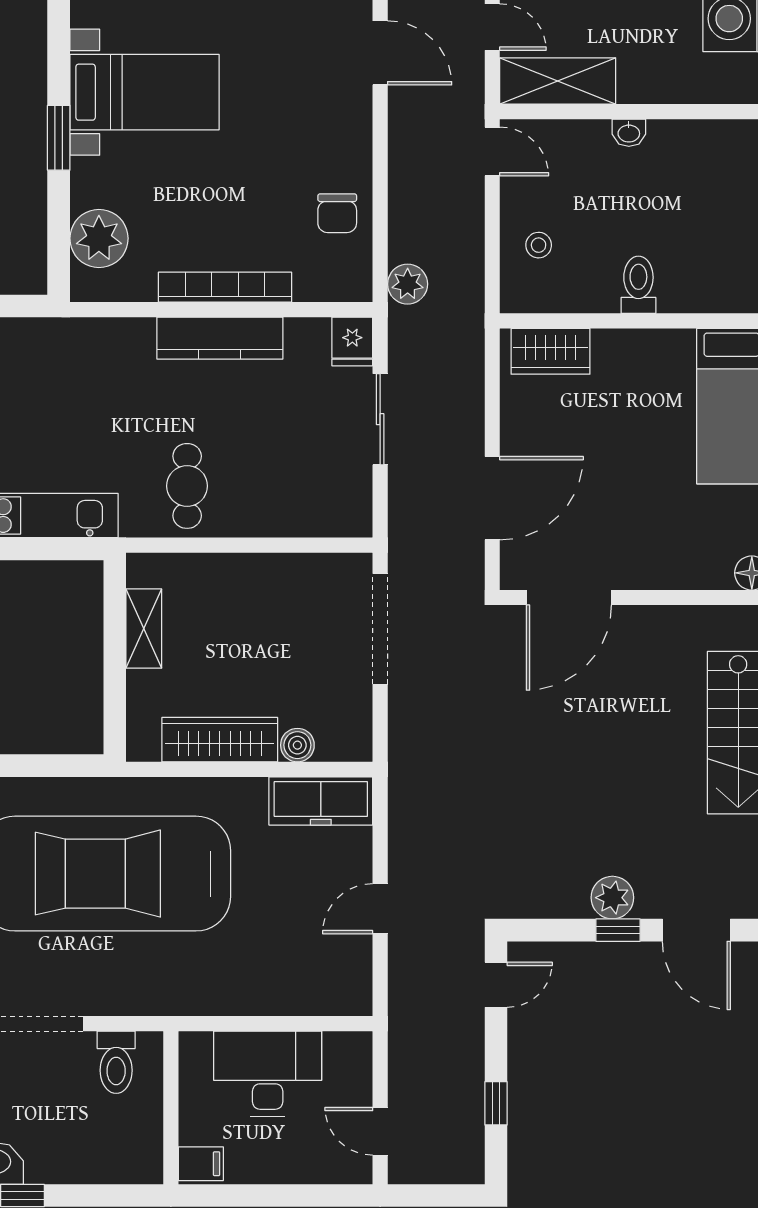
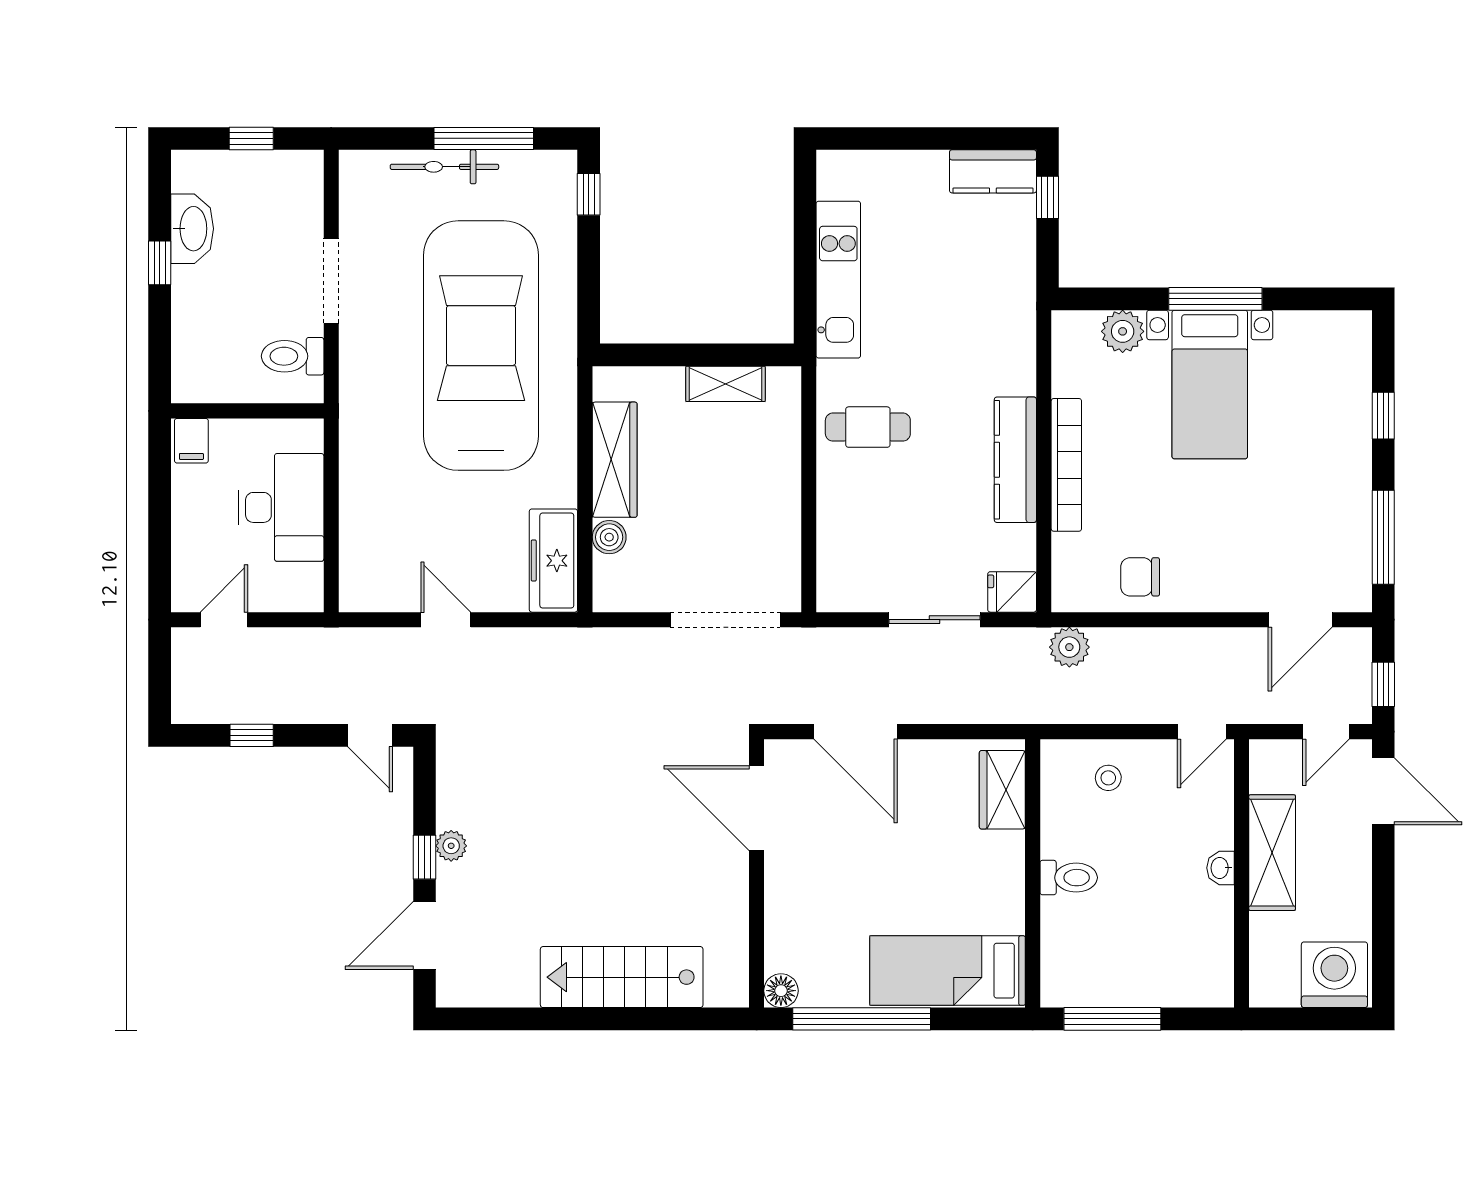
shelving: (558, 81) -> (1272, 853), moved
bed with nightstands: (144, 92) -> (1210, 385), moved
window: (59, 138) -> (1215, 299), width x1.44
plant: (99, 238) -> (1123, 331), width x0.73, depth x0.73
plant: (612, 898) -> (451, 846), width x0.73, depth x0.73

